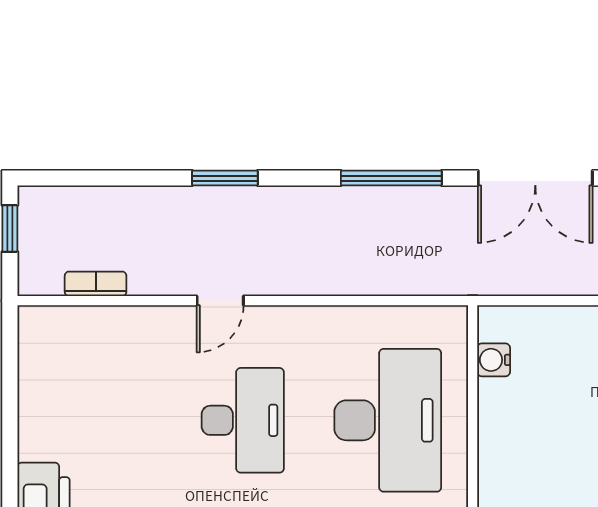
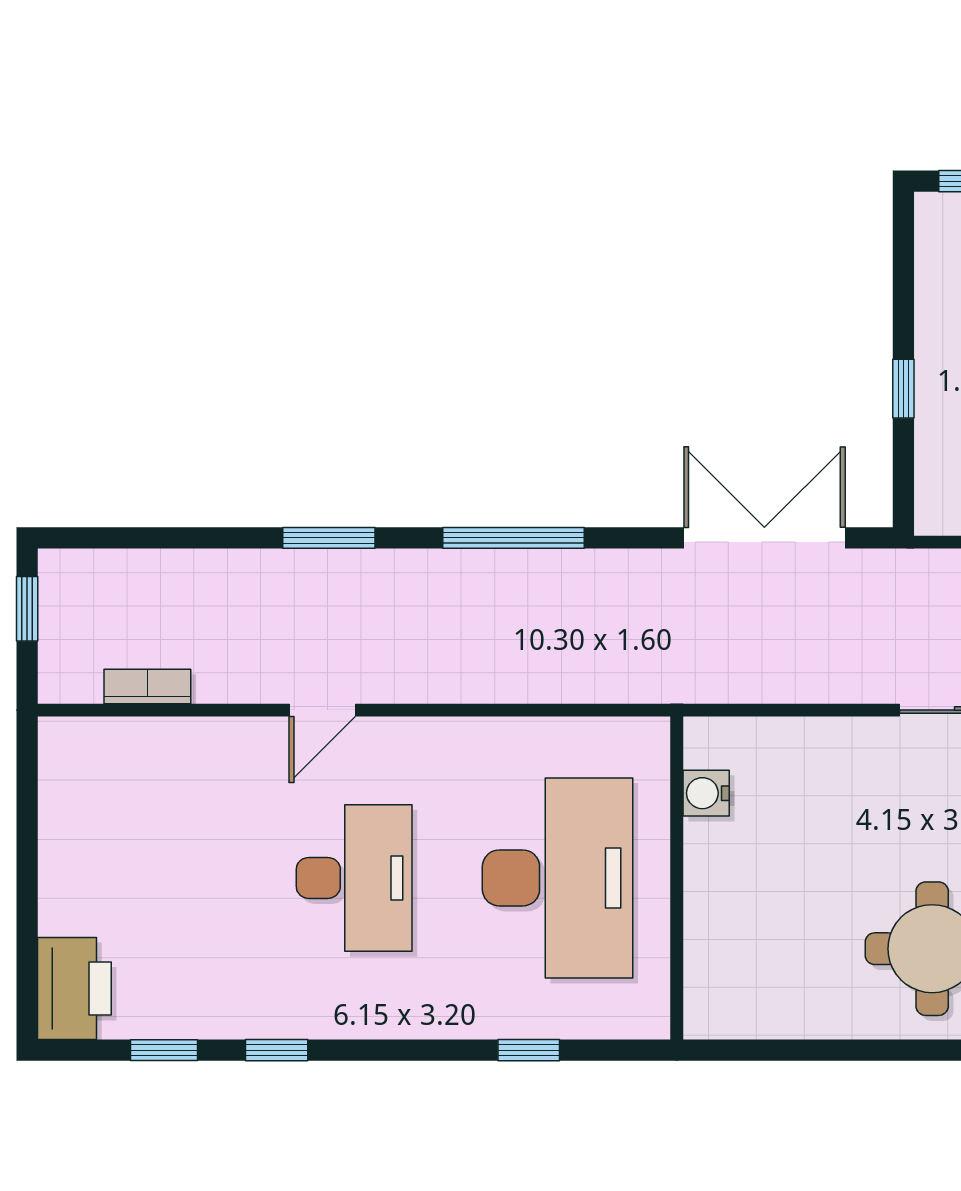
window: (391, 178) -> (513, 538), moved
double door: (535, 178) -> (764, 538), swing flipped

